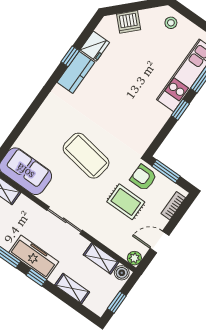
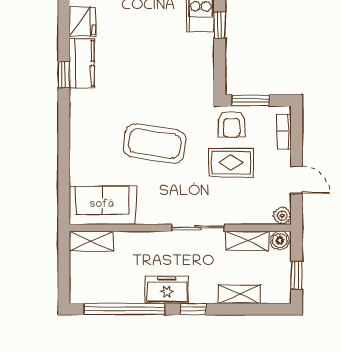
window: (70, 56) -> (64, 74), moved
armchair: (143, 178) -> (232, 124), turned -90
sliding door: (65, 220) -> (198, 228), moved
door: (159, 242) -> (297, 180), swing flipped
freezer: (34, 257) -> (167, 290), width x0.71

